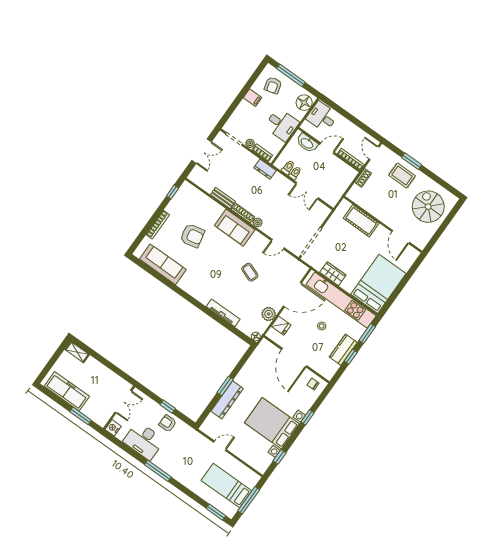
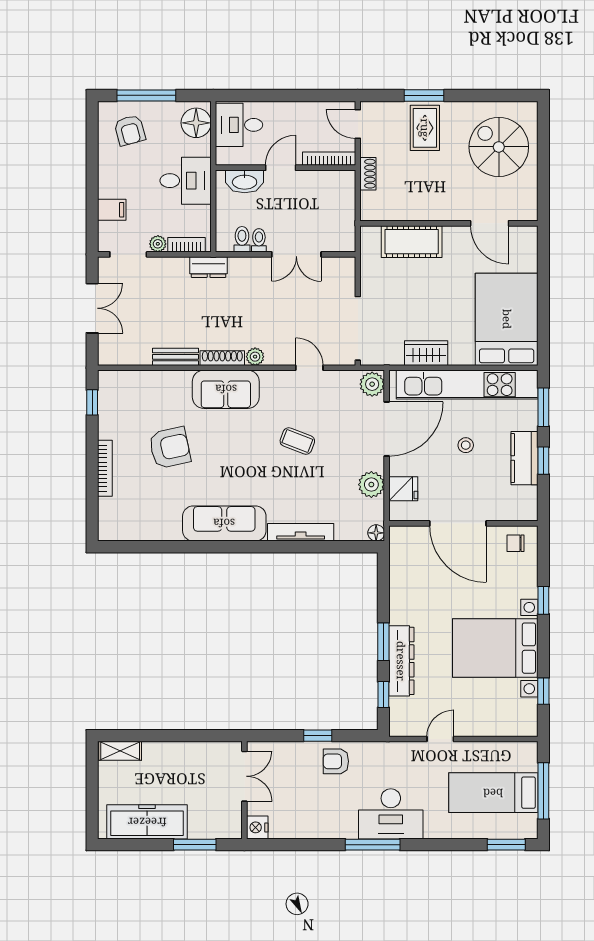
filing cabinet: (253, 98) -> (112, 210), moved
rug: (402, 175) -> (425, 128), turned 90
door: (278, 244) -> (309, 368), swing flipped
sofa: (163, 264) -> (224, 523), moved
plant: (300, 271) -> (372, 384), added
window: (209, 409) -> (383, 695), added
desk: (144, 441) -> (391, 814), moved

